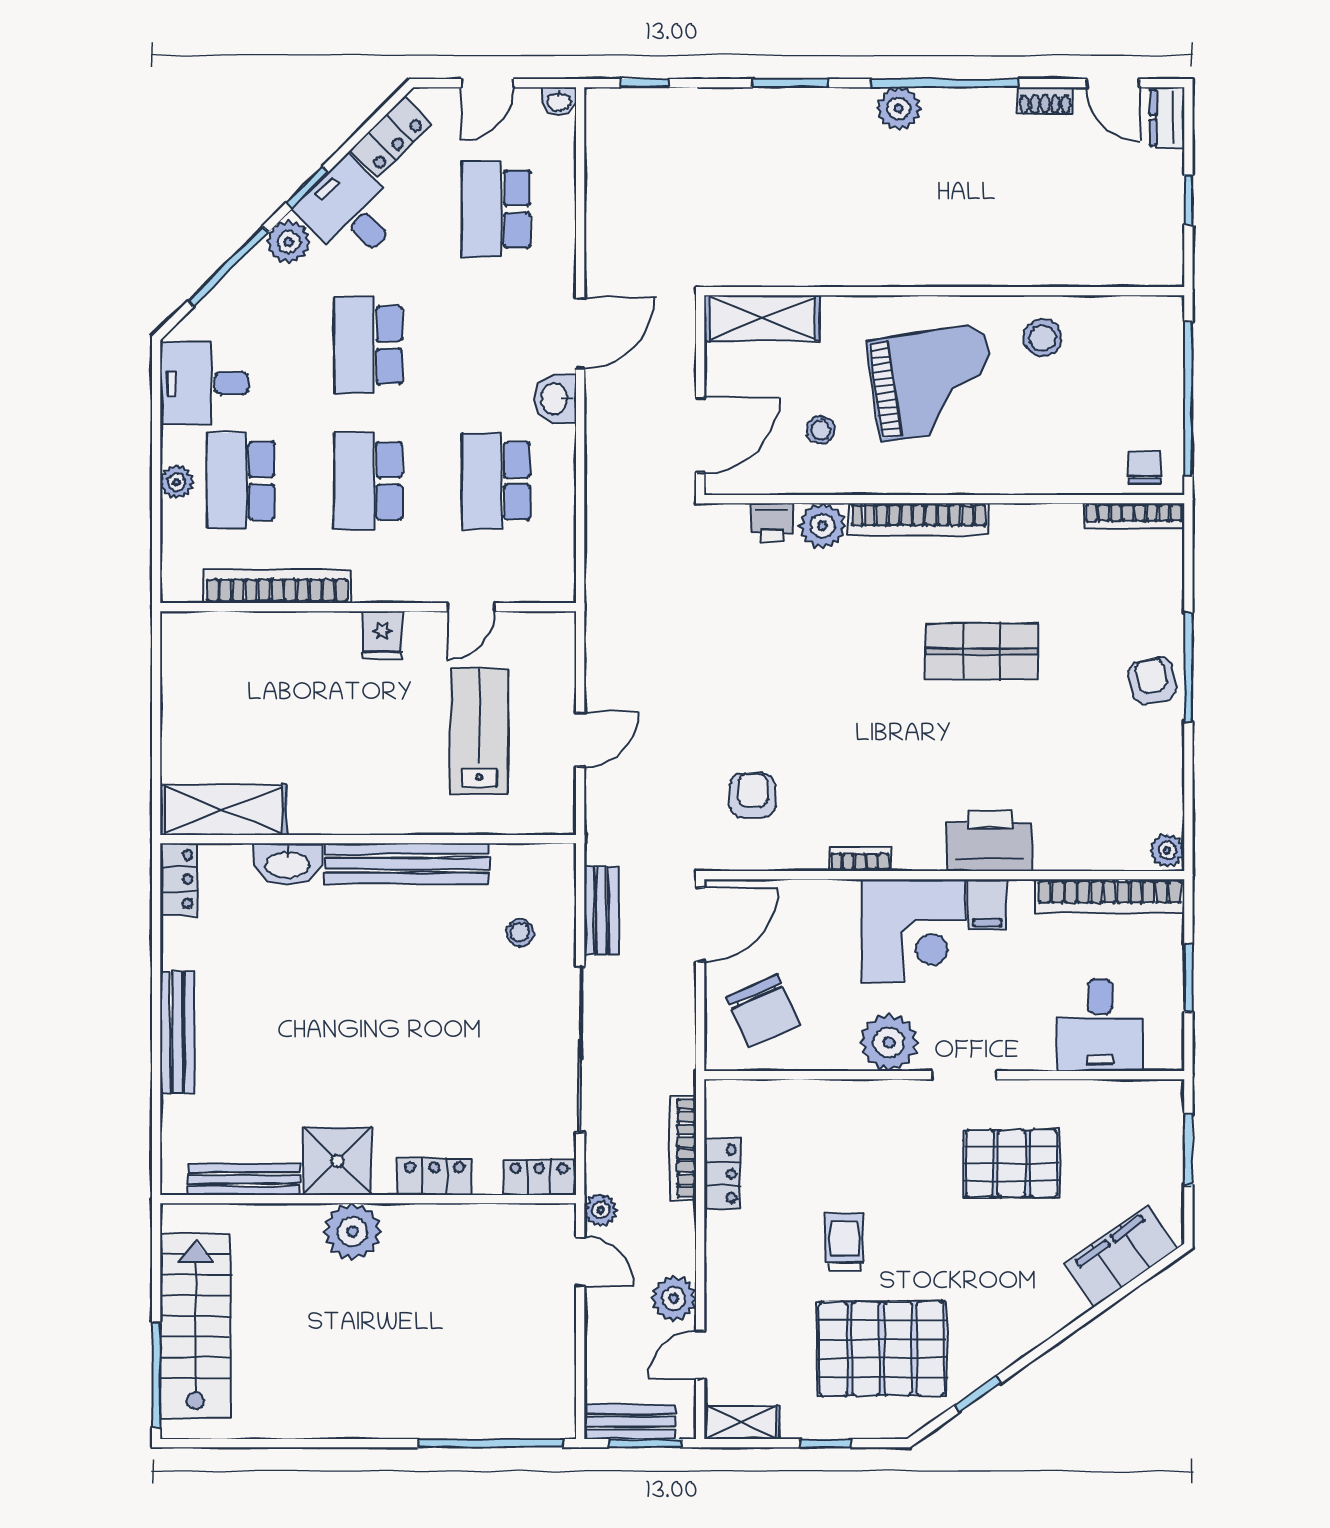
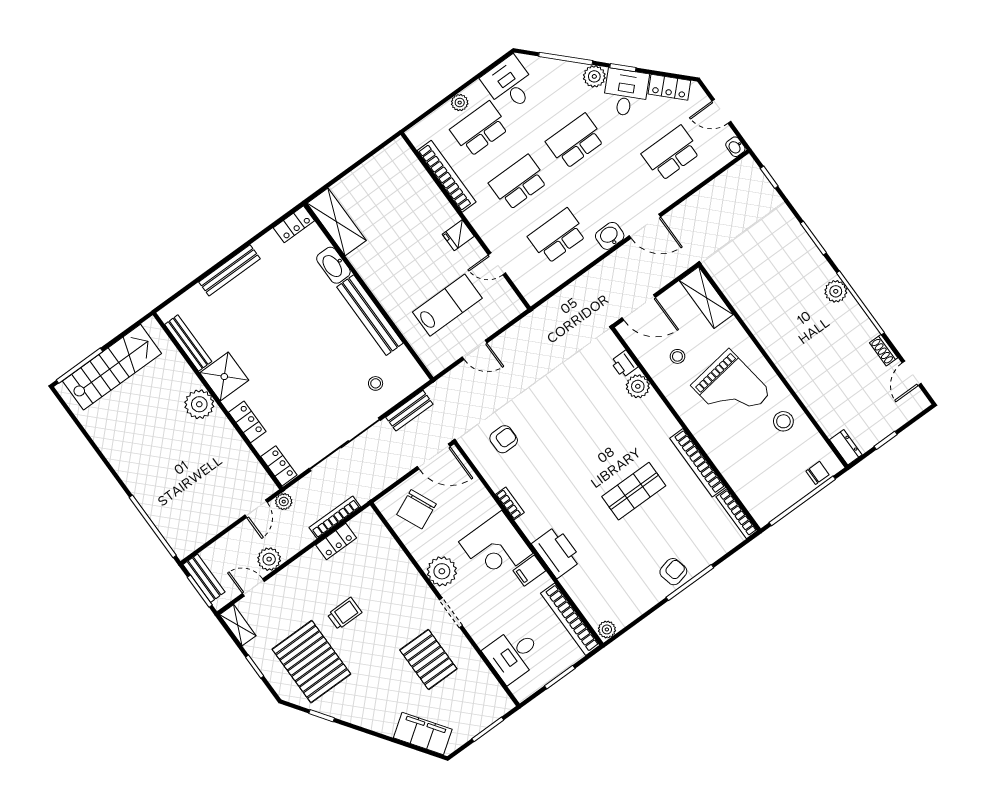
dresser: (1167, 117) -> (846, 447), moved, turned 90
chair: (1145, 468) -> (817, 473), moved
bookcase: (919, 519) -> (698, 463), moved
shop shelf: (982, 651) -> (634, 491), turned 90

